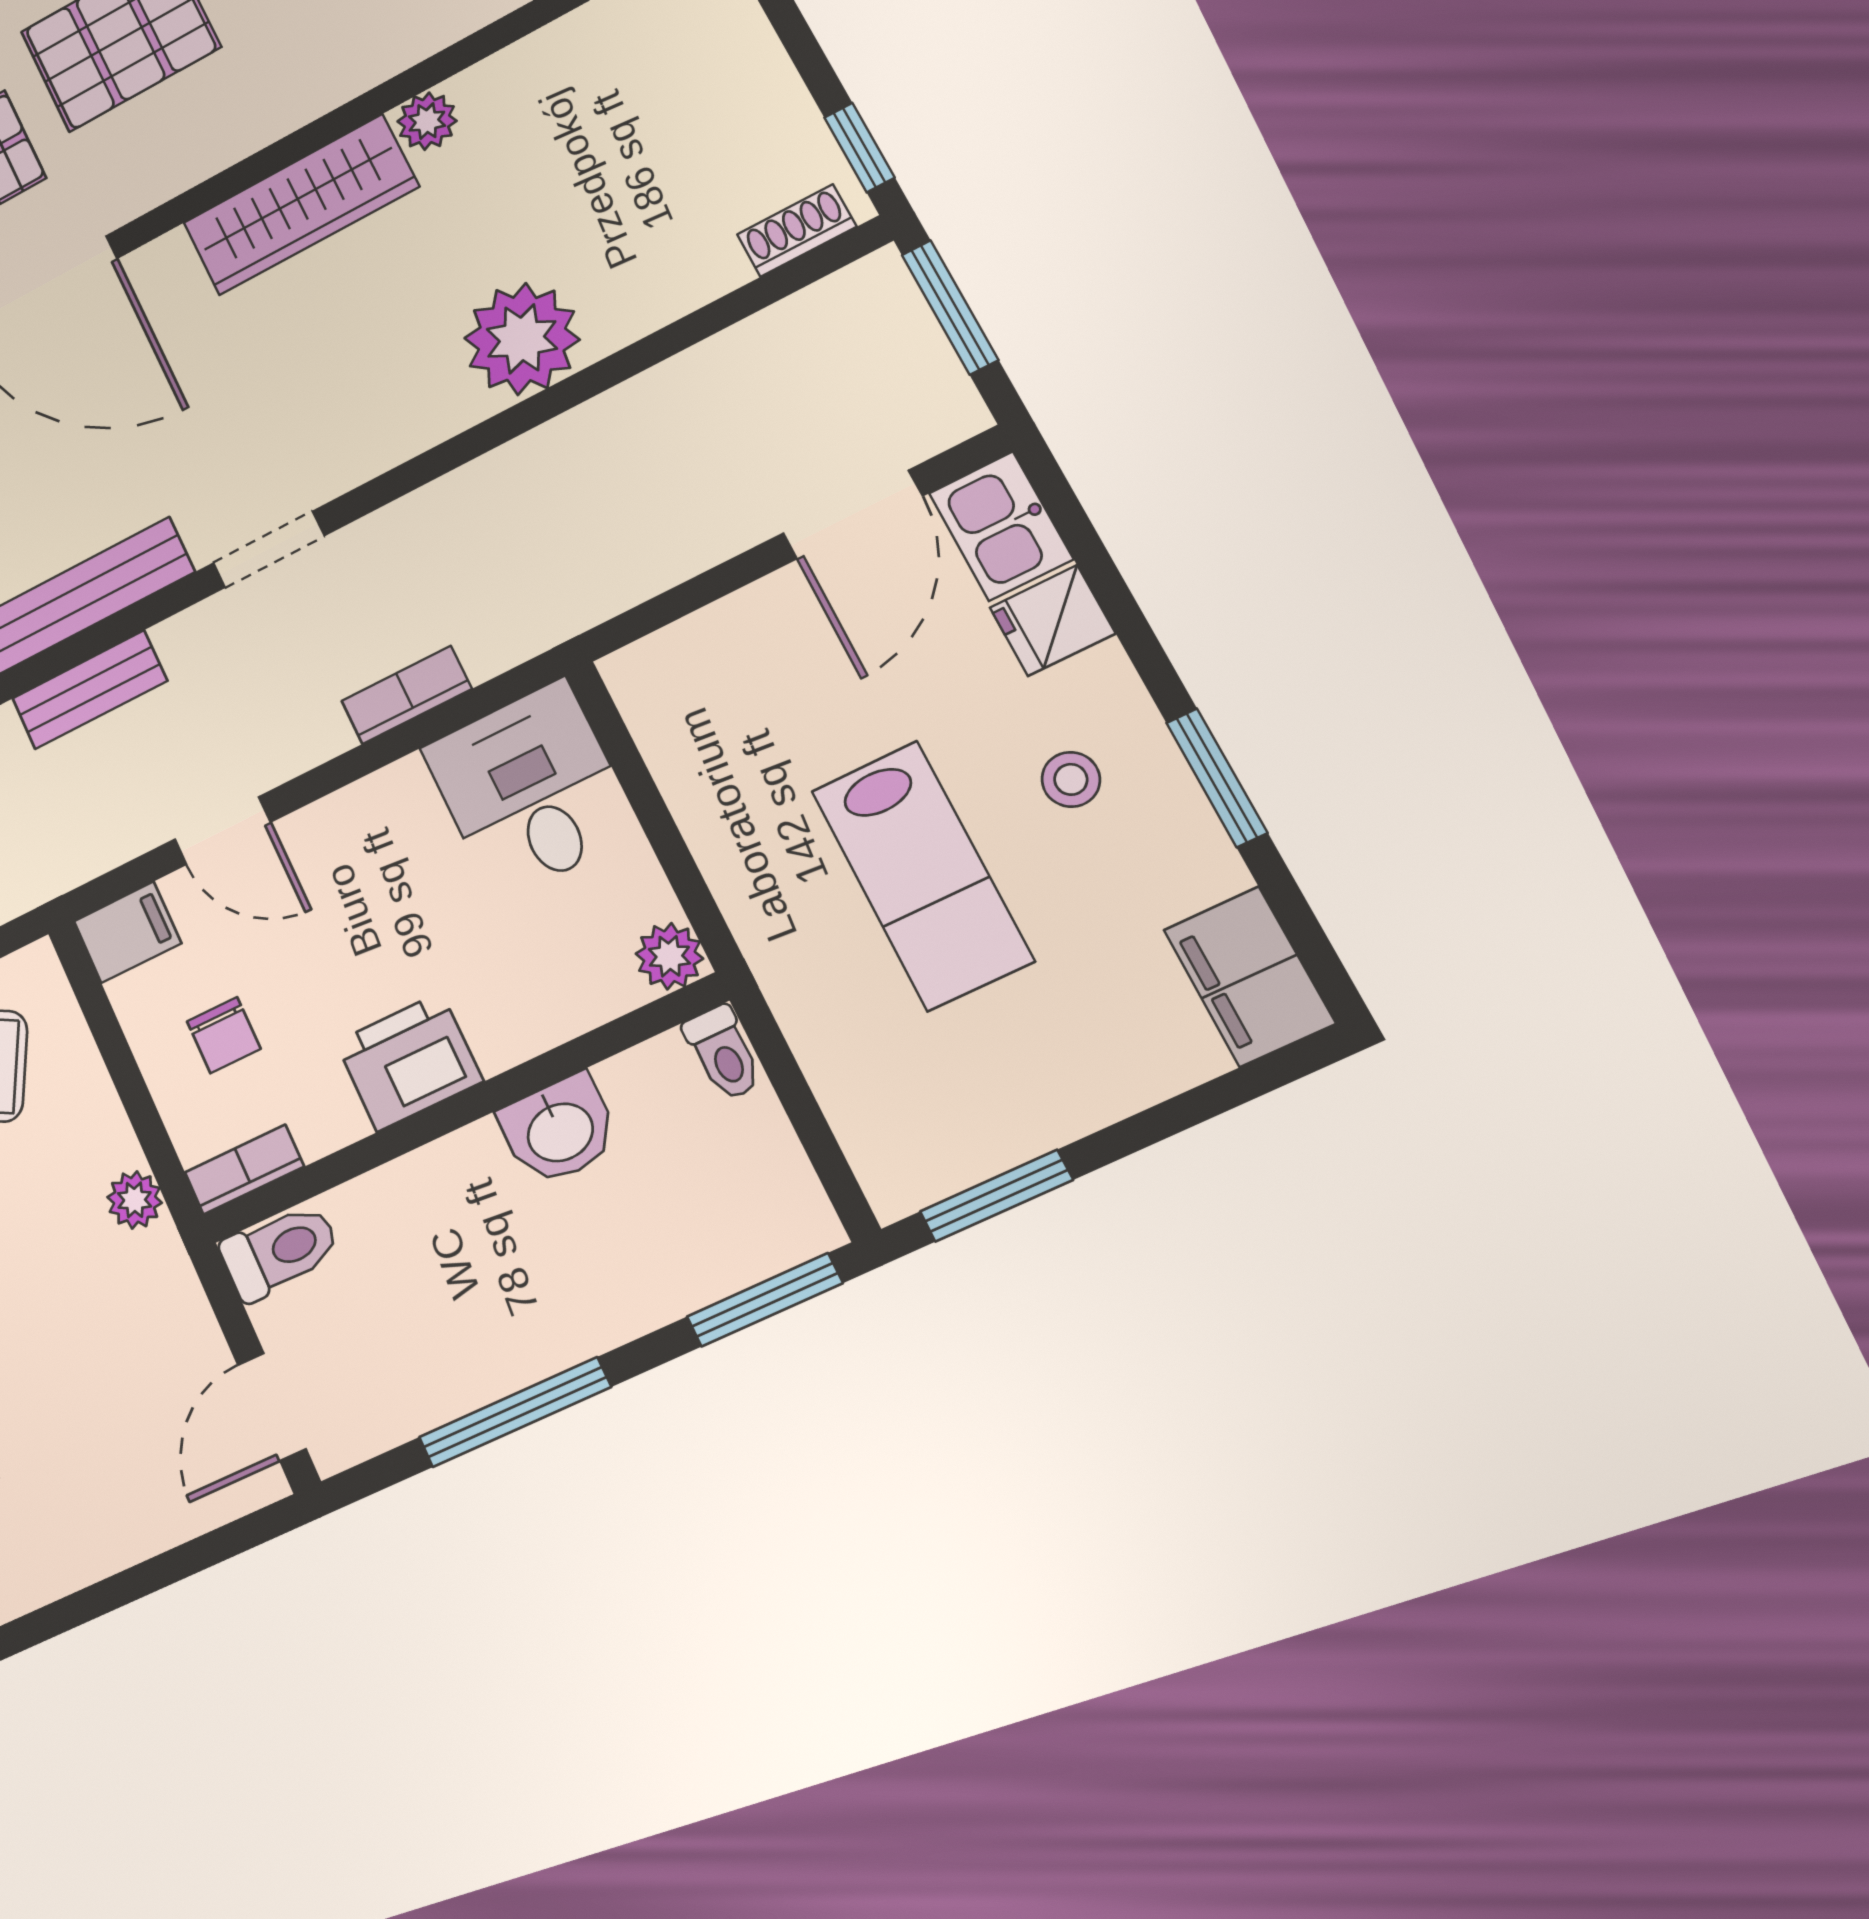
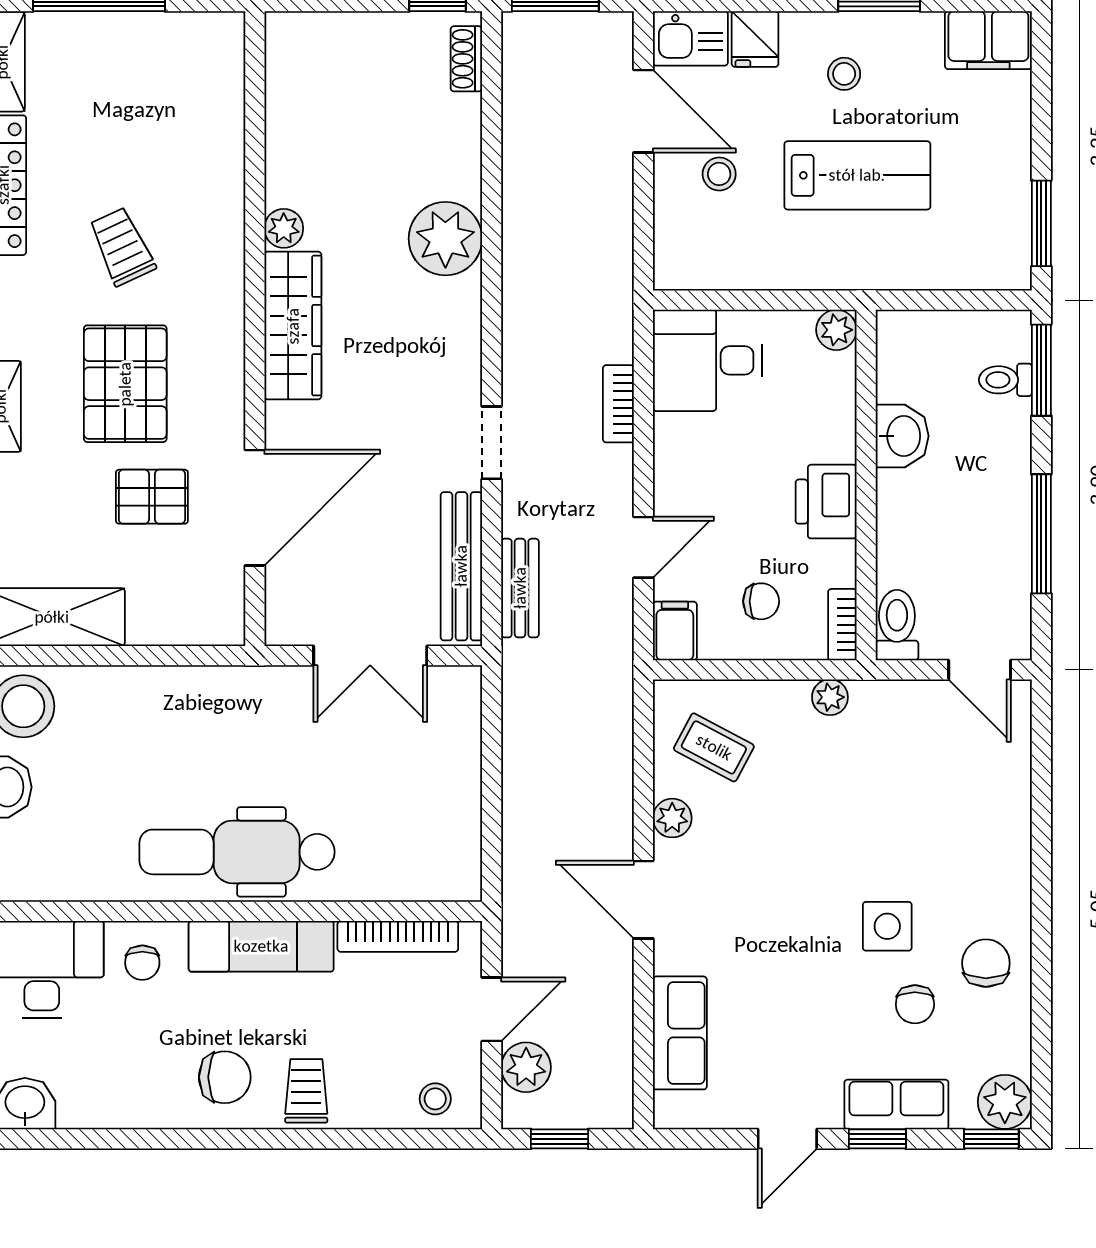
stool: (816, 670) -> (719, 174), added
toilet: (723, 1053) -> (1005, 380), moved, turned 180

